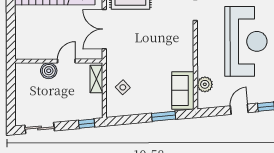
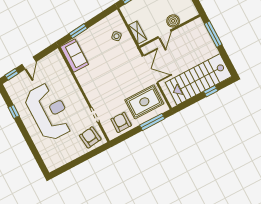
window: (11, 31) -> (213, 34), added
reception desk: (246, 41) -> (49, 112), turned 180
plant: (205, 84) -> (62, 68), removed

